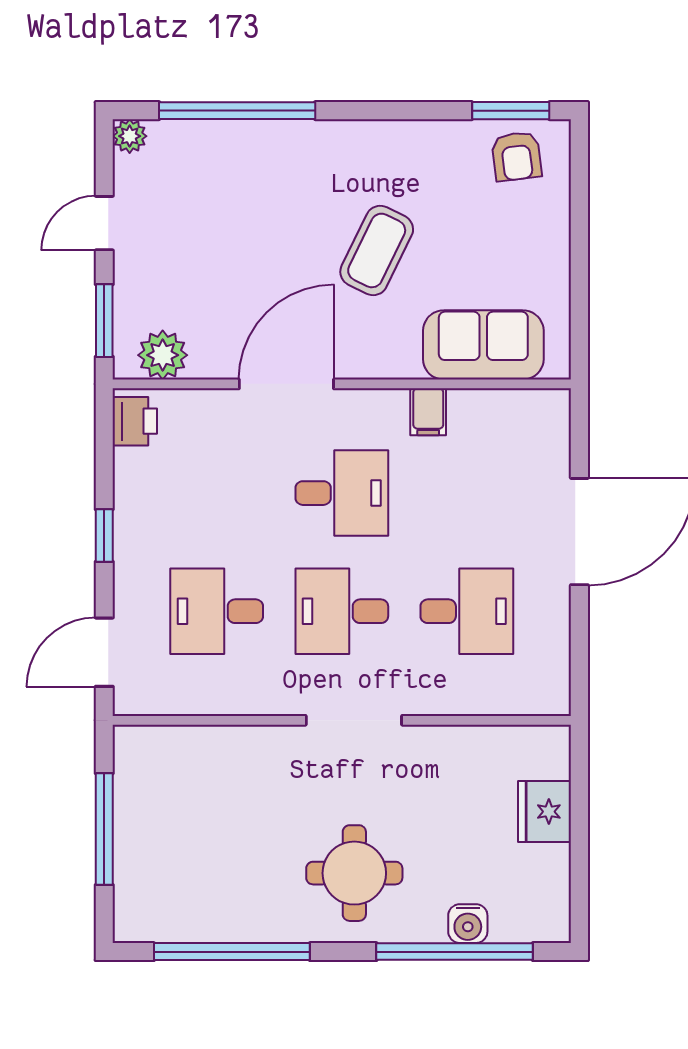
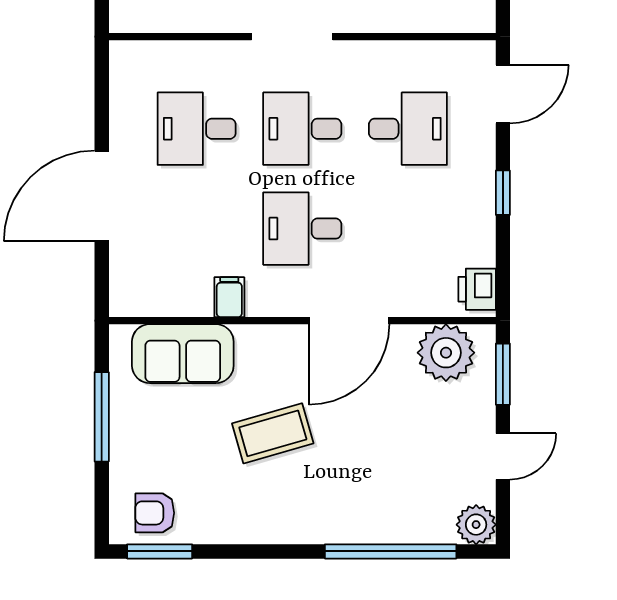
plant: (130, 136) -> (476, 525), width x1.38, depth x1.38
armchair: (517, 156) -> (155, 513), turned -83
coffee table: (377, 250) -> (273, 433), turned 48
window: (579, 270) -> (102, 417), added
plant: (163, 355) -> (446, 353), width x1.36, depth x1.36
desk: (342, 611) -> (302, 129), turned 180

